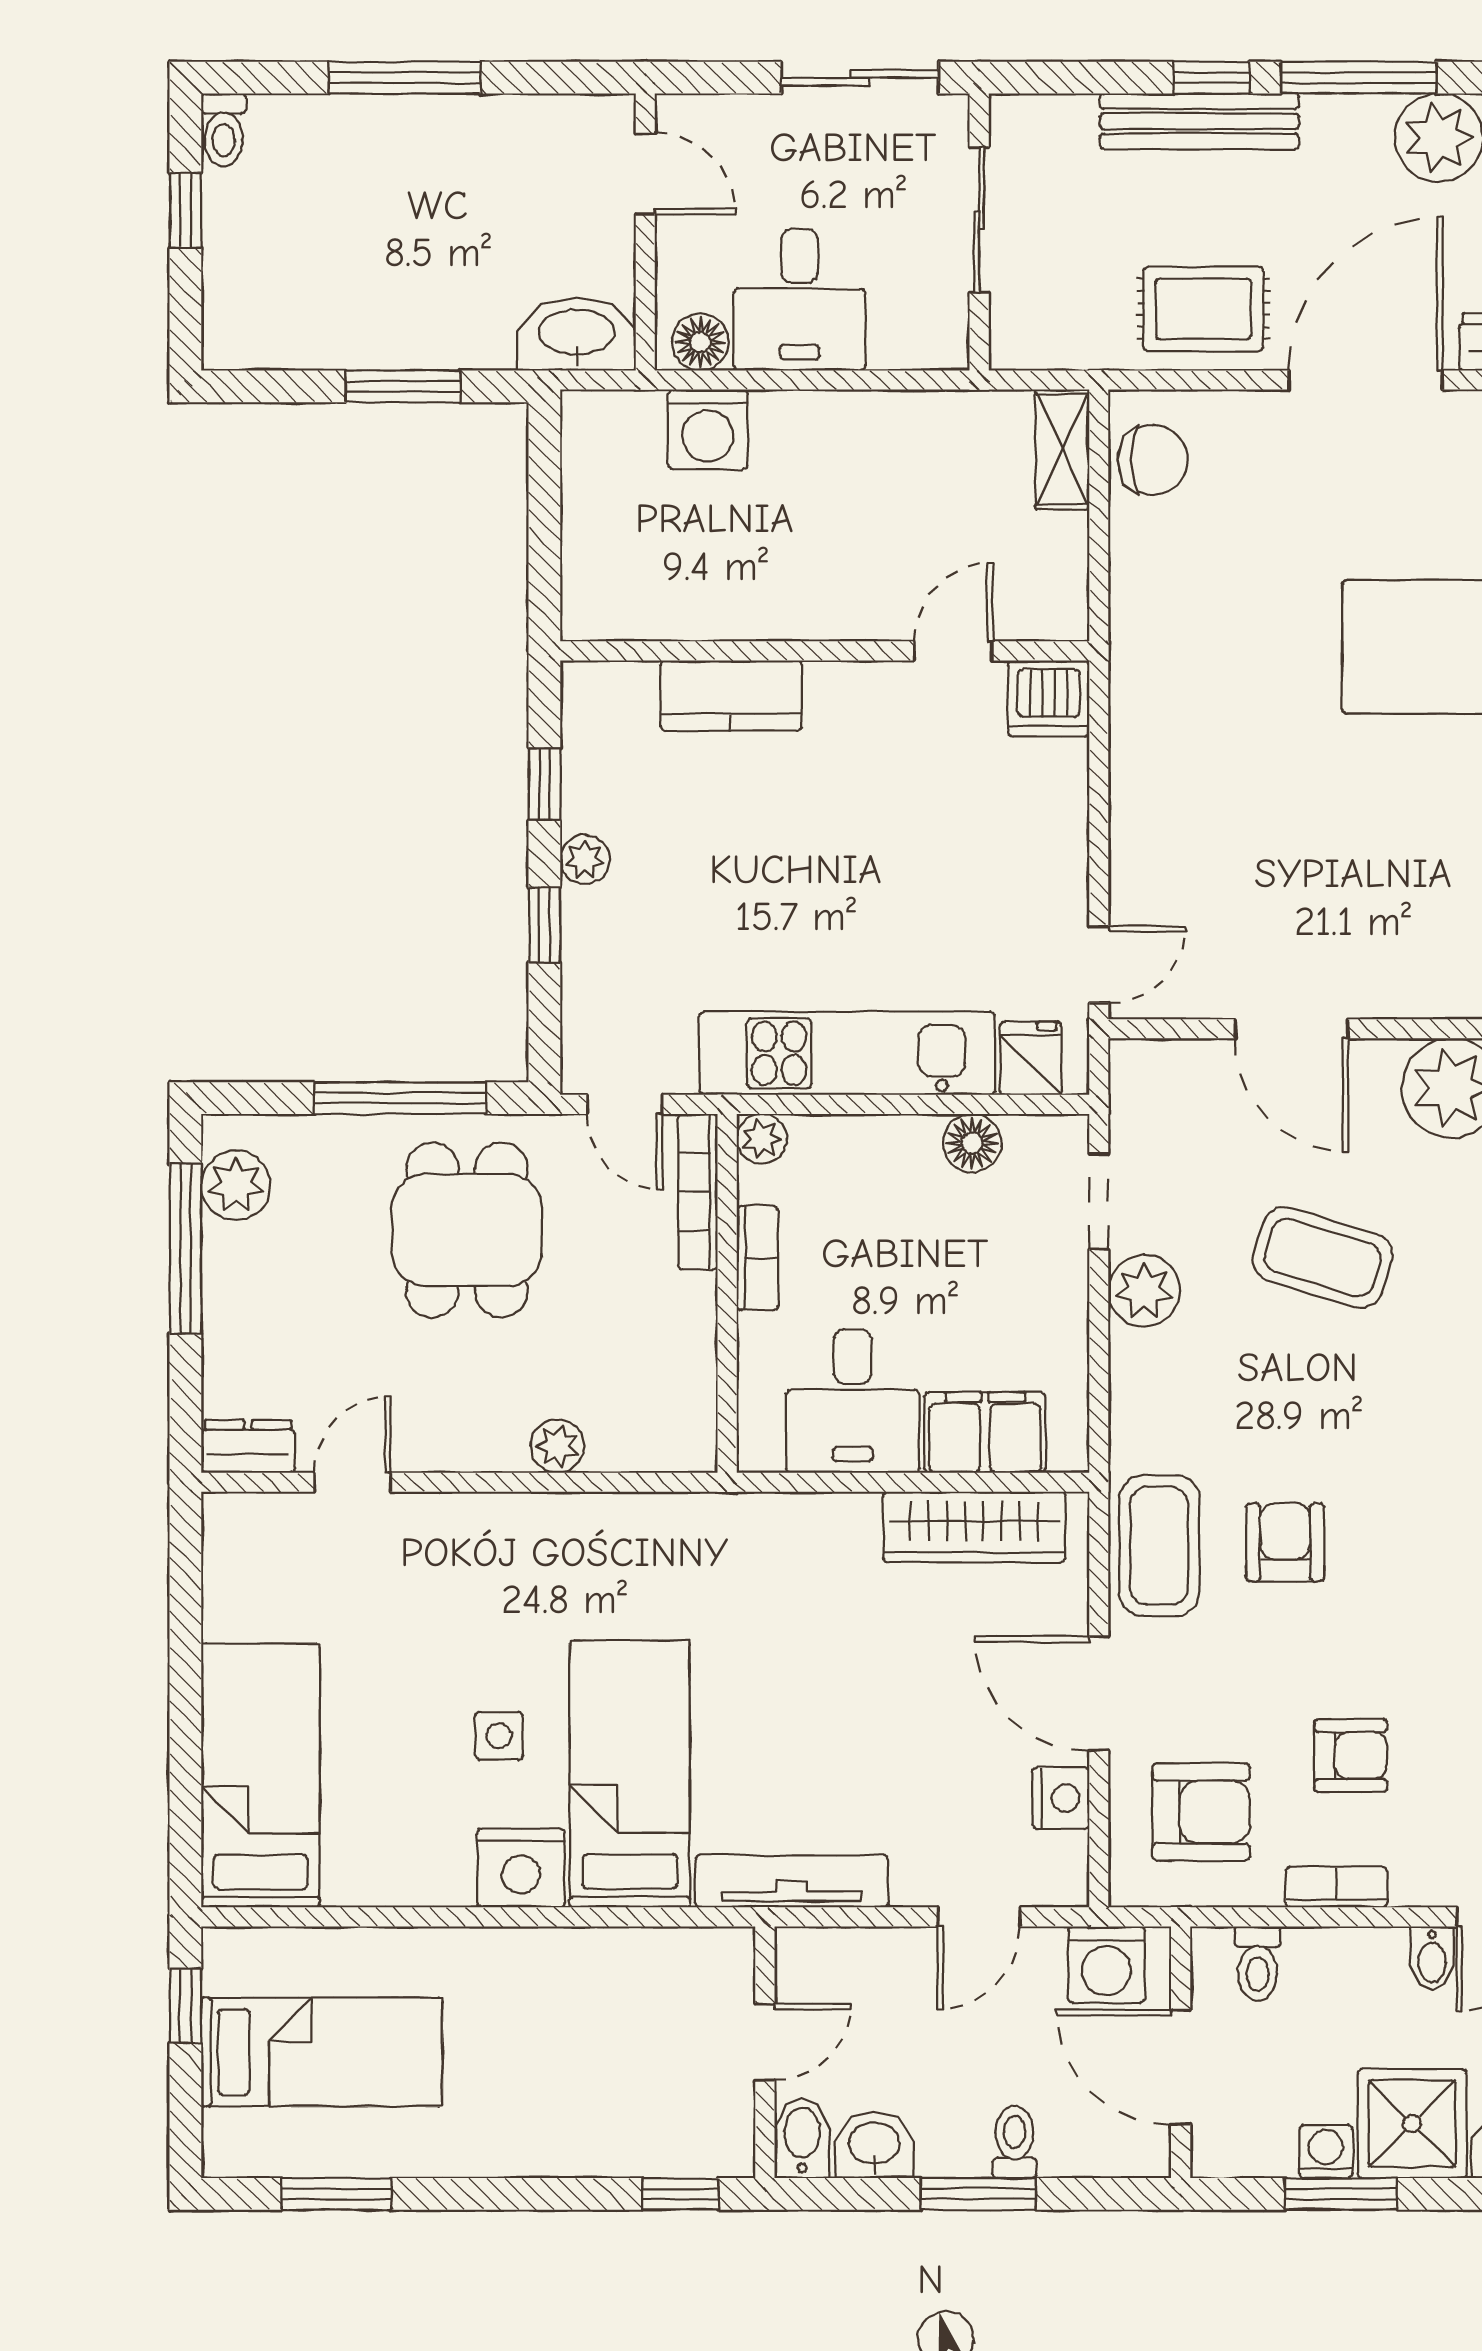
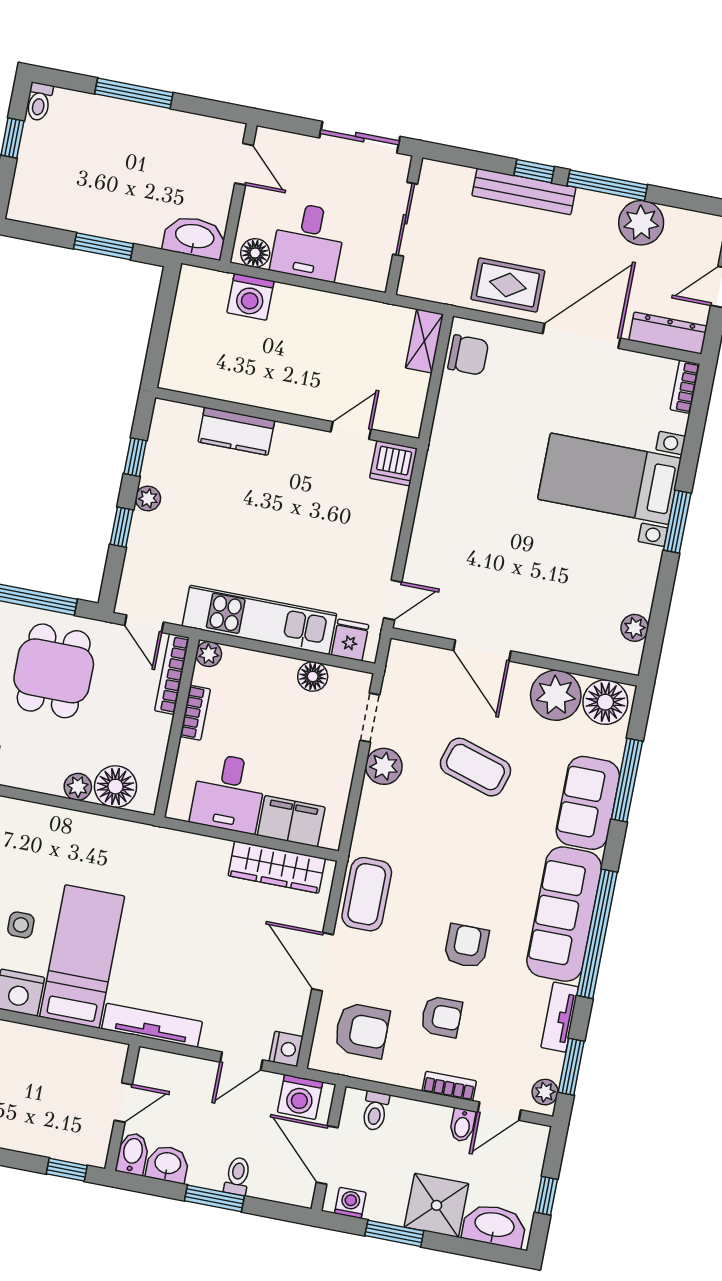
floor lamp: (631, 1431) -> (115, 787), added
armchair: (1285, 1542) -> (467, 946), moved
nightstand: (1061, 1798) -> (286, 1049), moved
bookcase: (1336, 1887) -> (449, 1086), moved
washing machine: (1326, 2152) -> (350, 1203), moved

